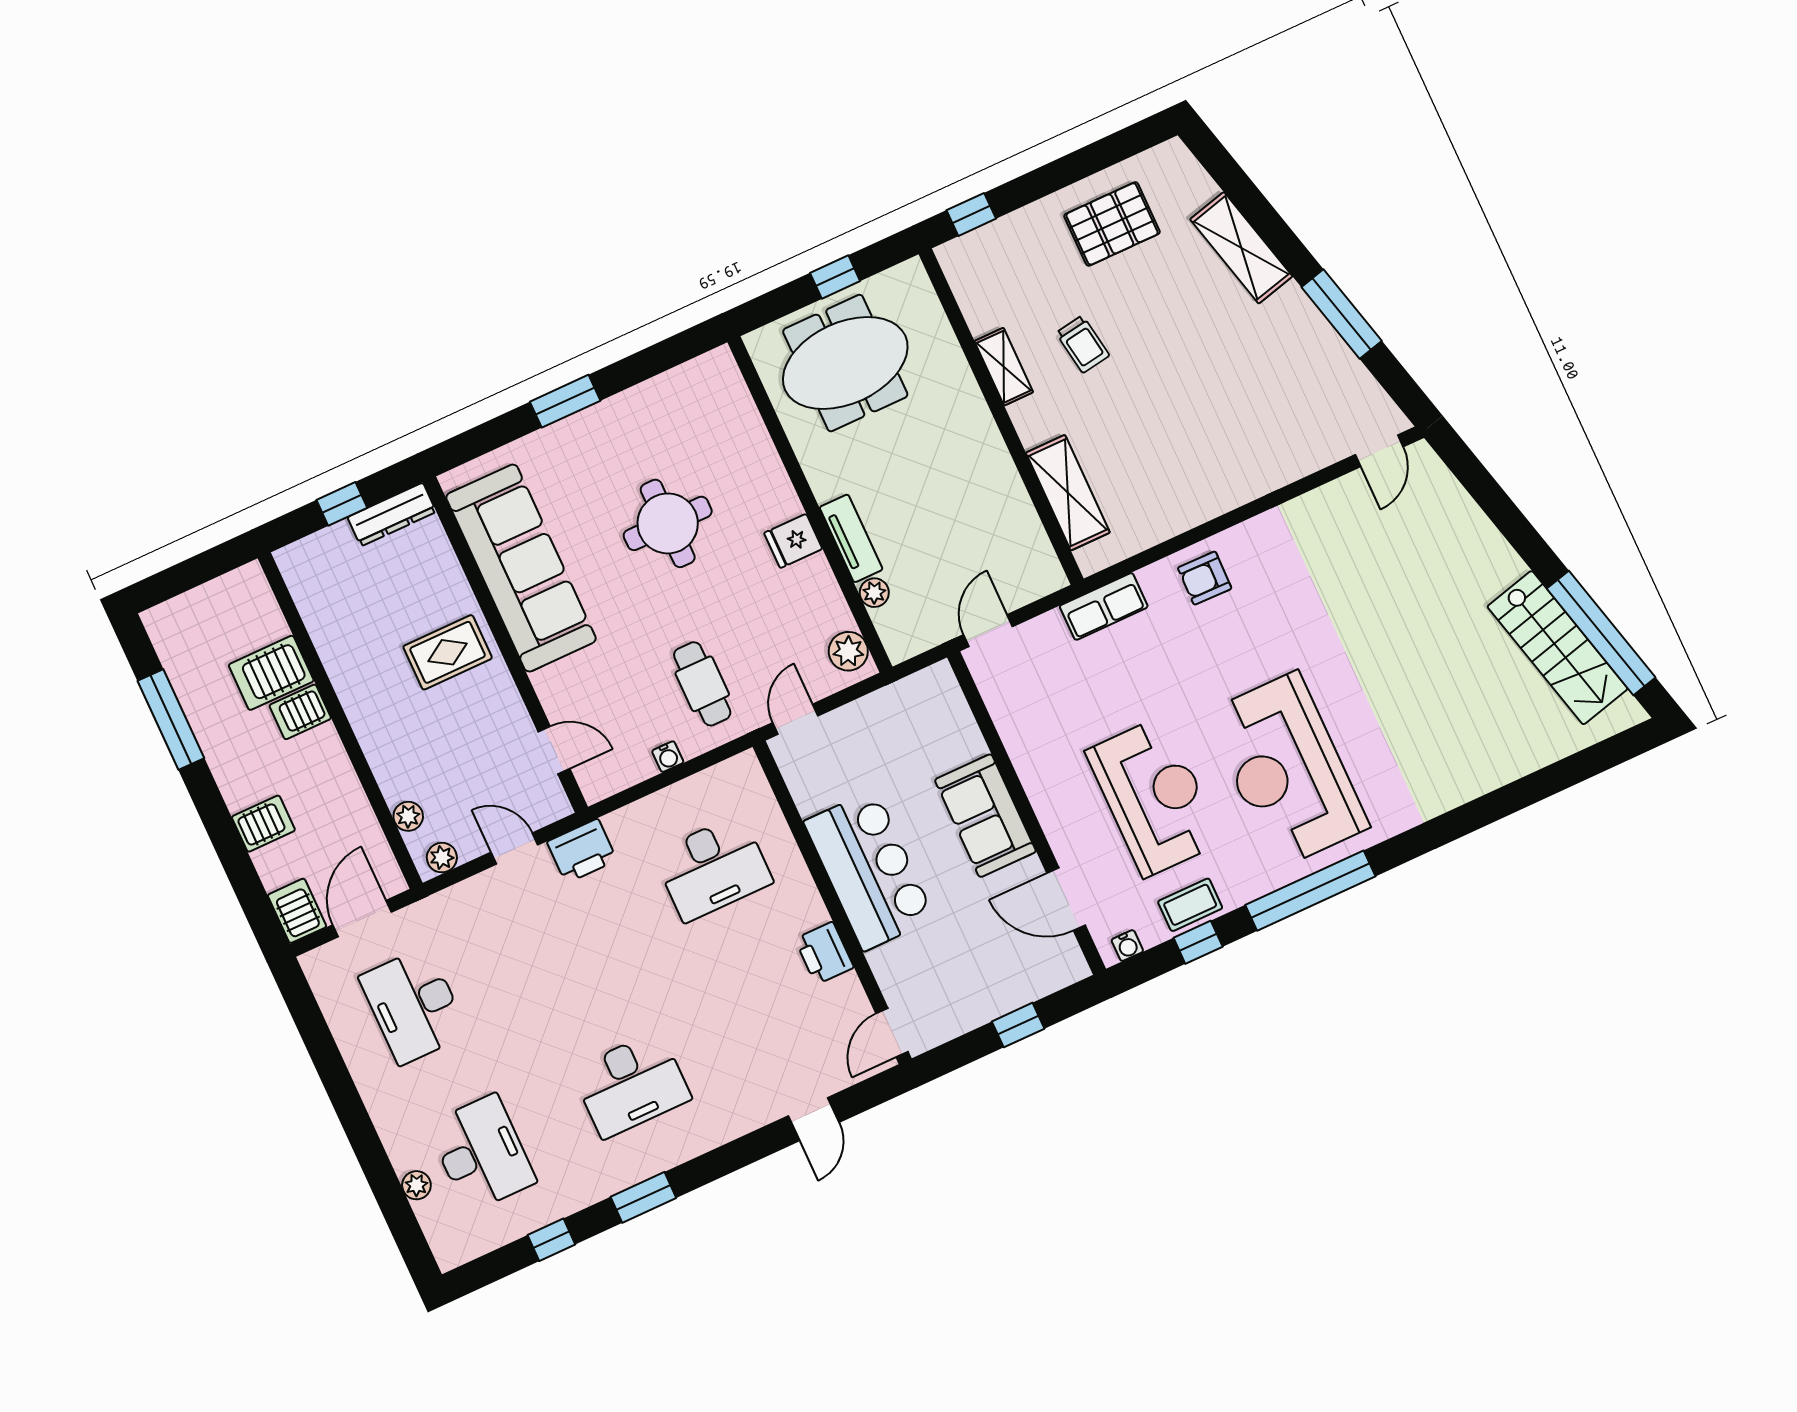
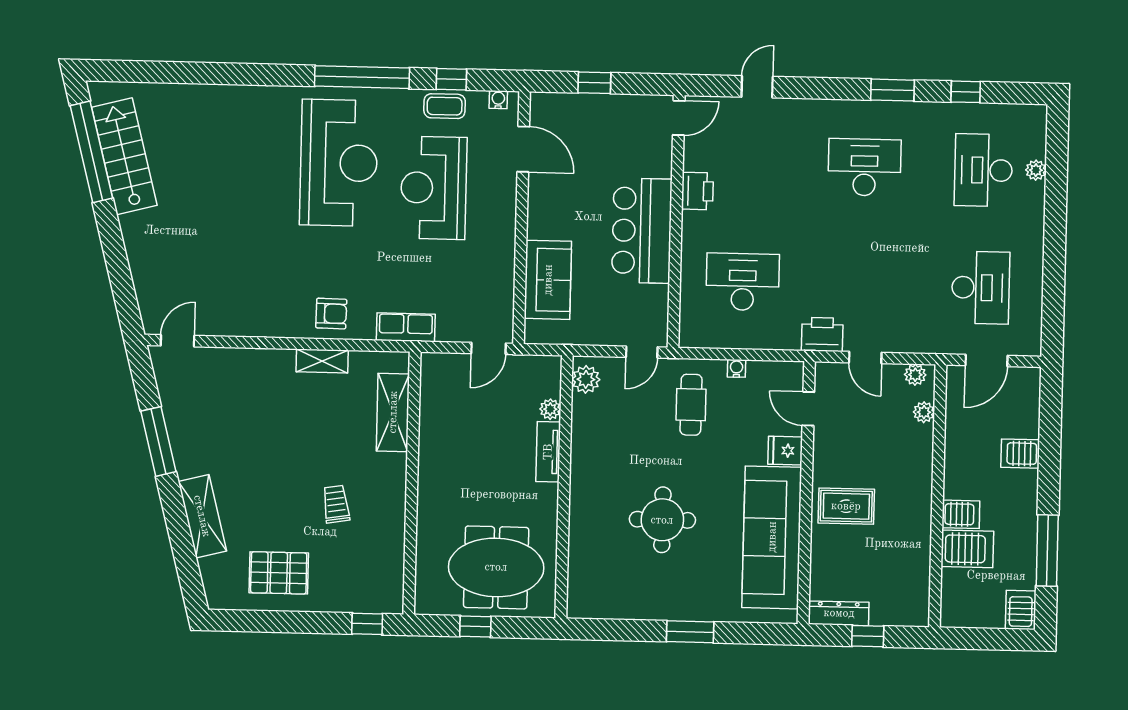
shelving: (1004, 367) -> (322, 361), moved, turned 90
fridge: (793, 541) -> (785, 451), moved, turned 180
sofa: (985, 816) -> (548, 280), moved
server rack: (297, 911) -> (1021, 610), moved, turned 180

